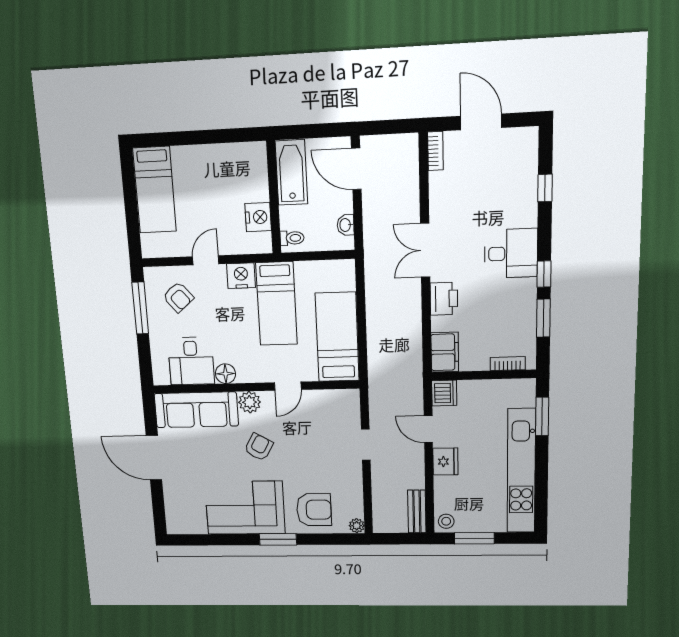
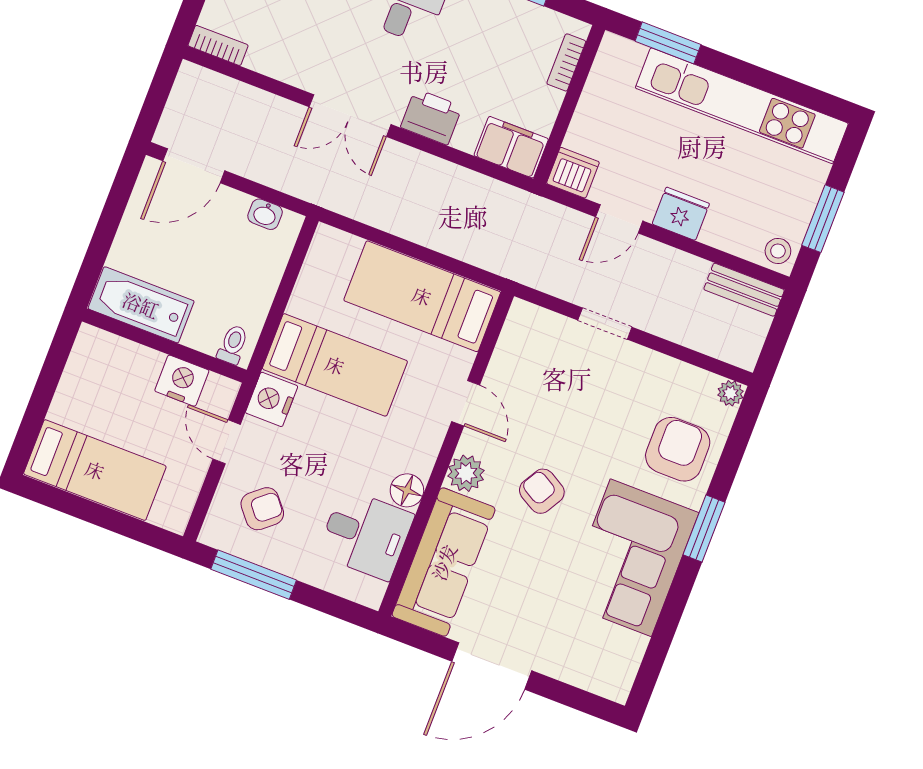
bathtub: (291, 173) -> (141, 305), moved
wall: (274, 197) -> (164, 346), moved
nightstand: (258, 217) -> (182, 381), moved
toilet: (292, 238) -> (233, 345), moved

